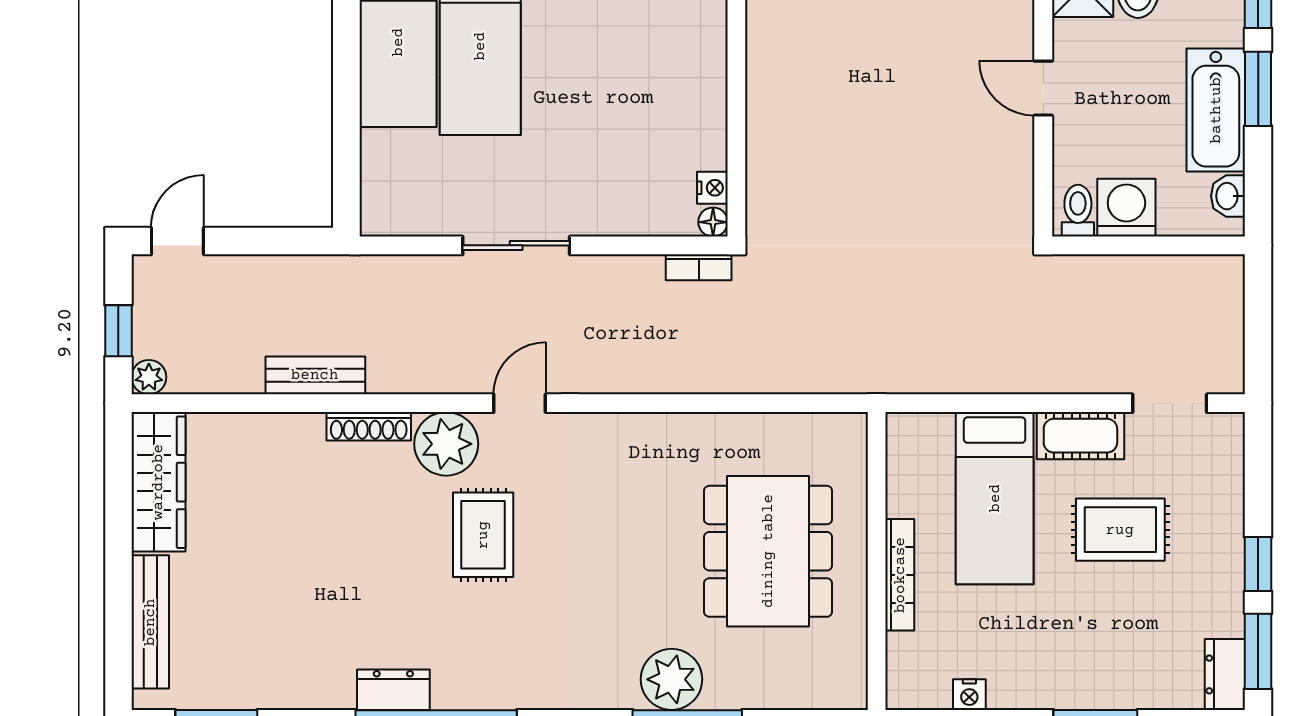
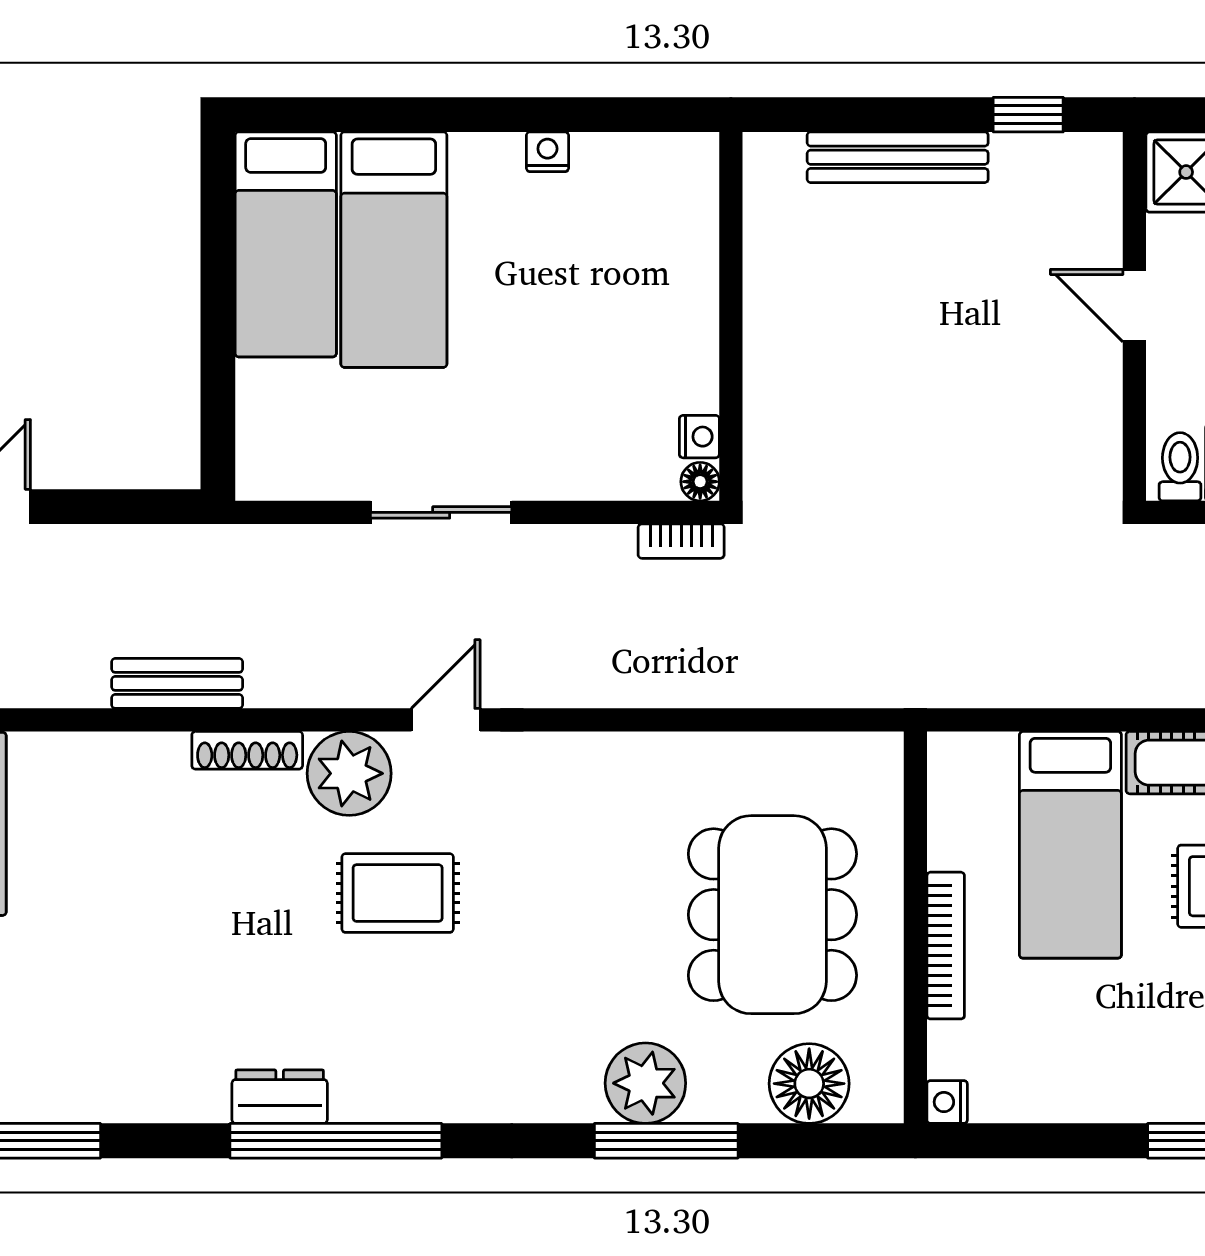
rug: (483, 535) -> (398, 893), turned 90
floor lamp: (796, 680) -> (809, 1084), added
nightstand: (969, 695) -> (947, 1102), moved, turned 90

